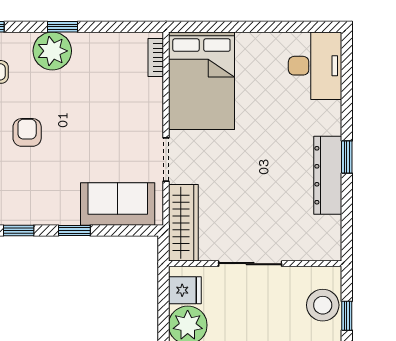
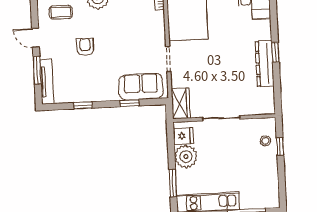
wardrobe: (183, 223) -> (181, 104), width x0.67
window: (74, 230) -> (130, 103), moved
stool: (323, 305) -> (265, 141), width x0.53, depth x0.53

